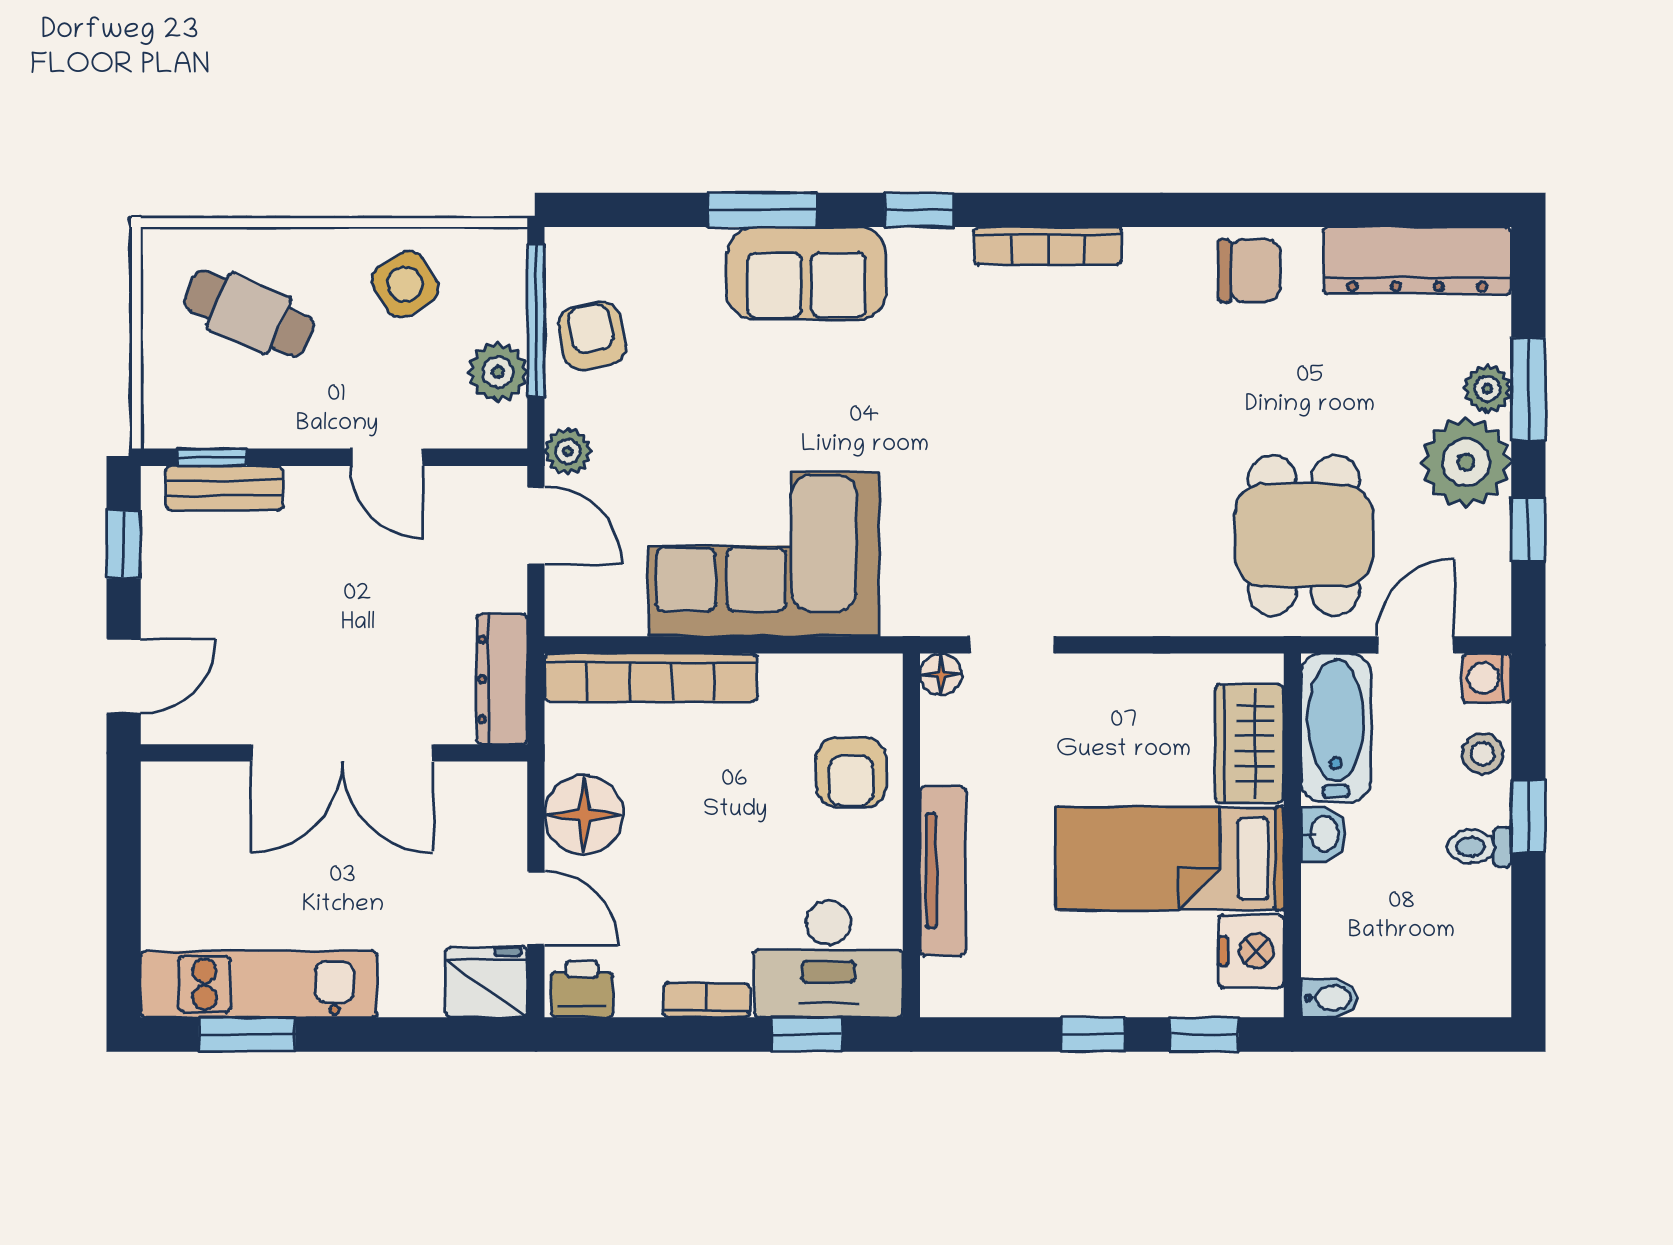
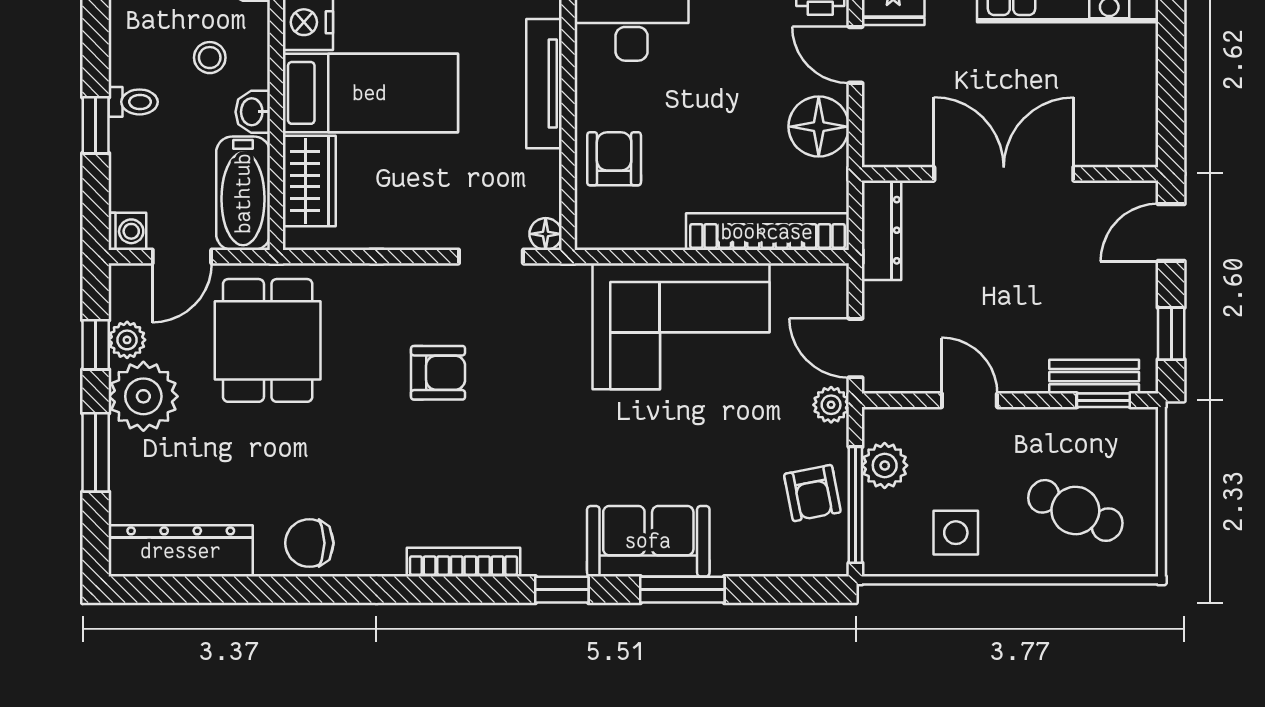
side table: (405, 284) -> (956, 533), turned 32
plant: (1487, 389) -> (127, 340), moved
armchair: (1081, 493) -> (438, 373), added
stool: (1483, 754) -> (210, 58), moved

